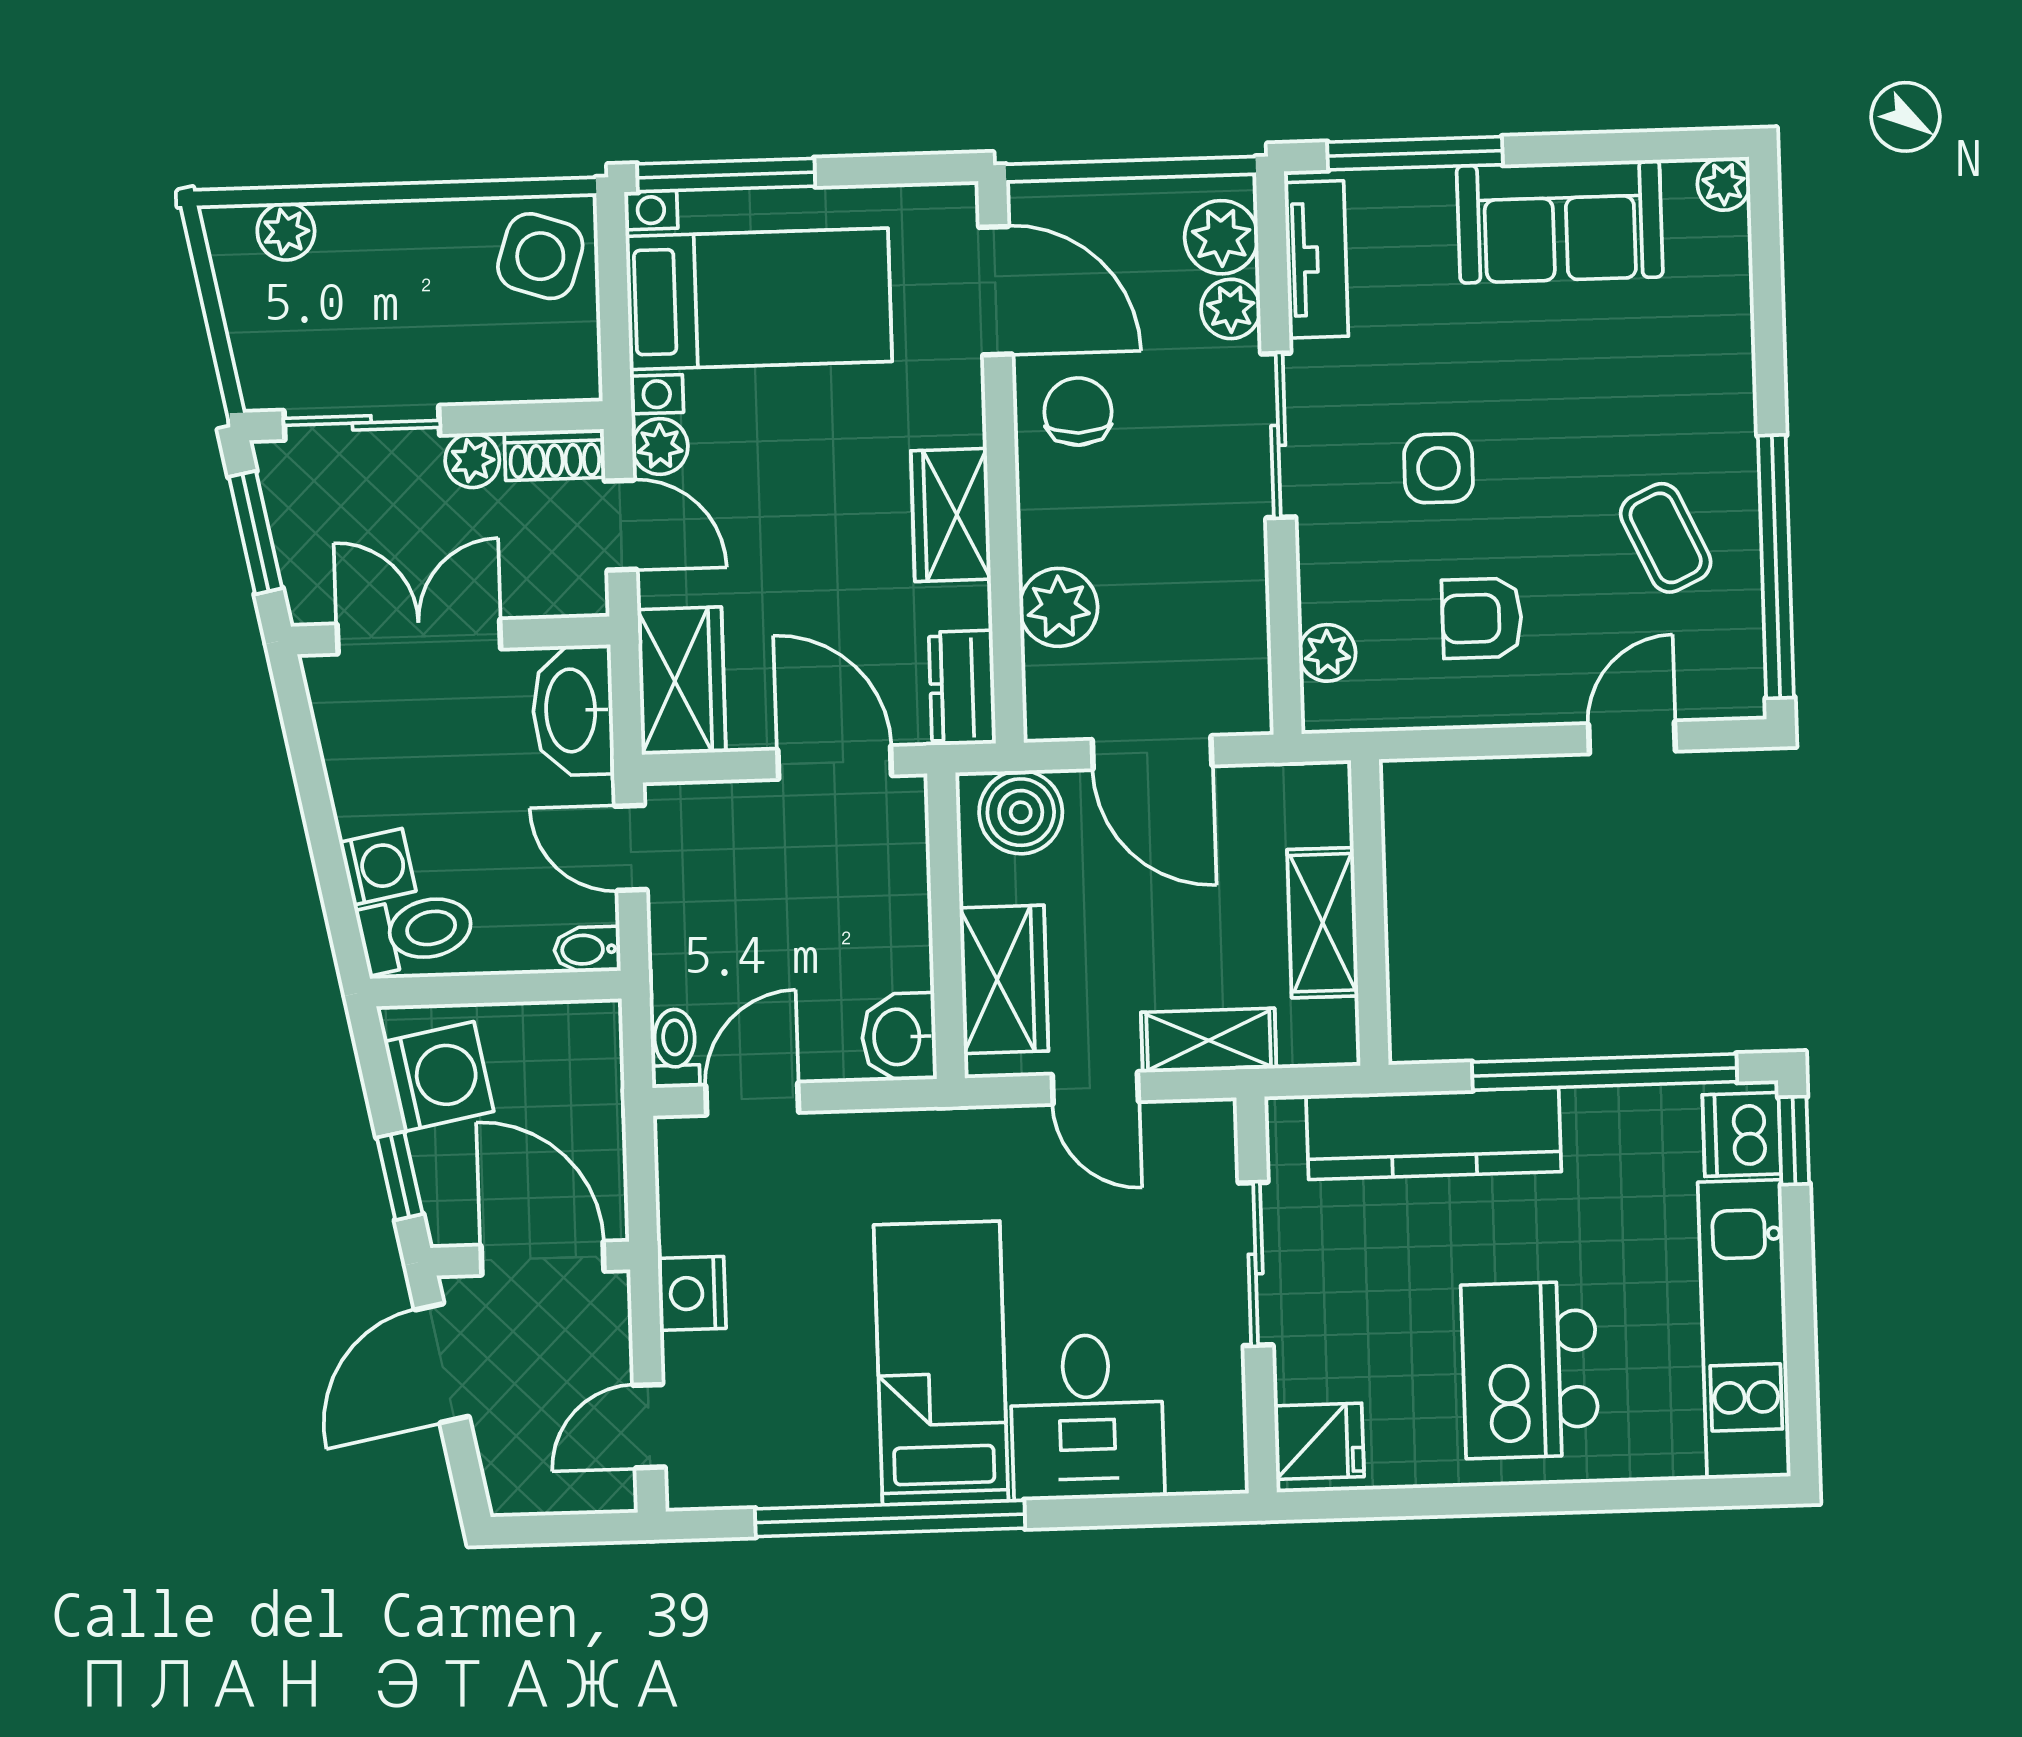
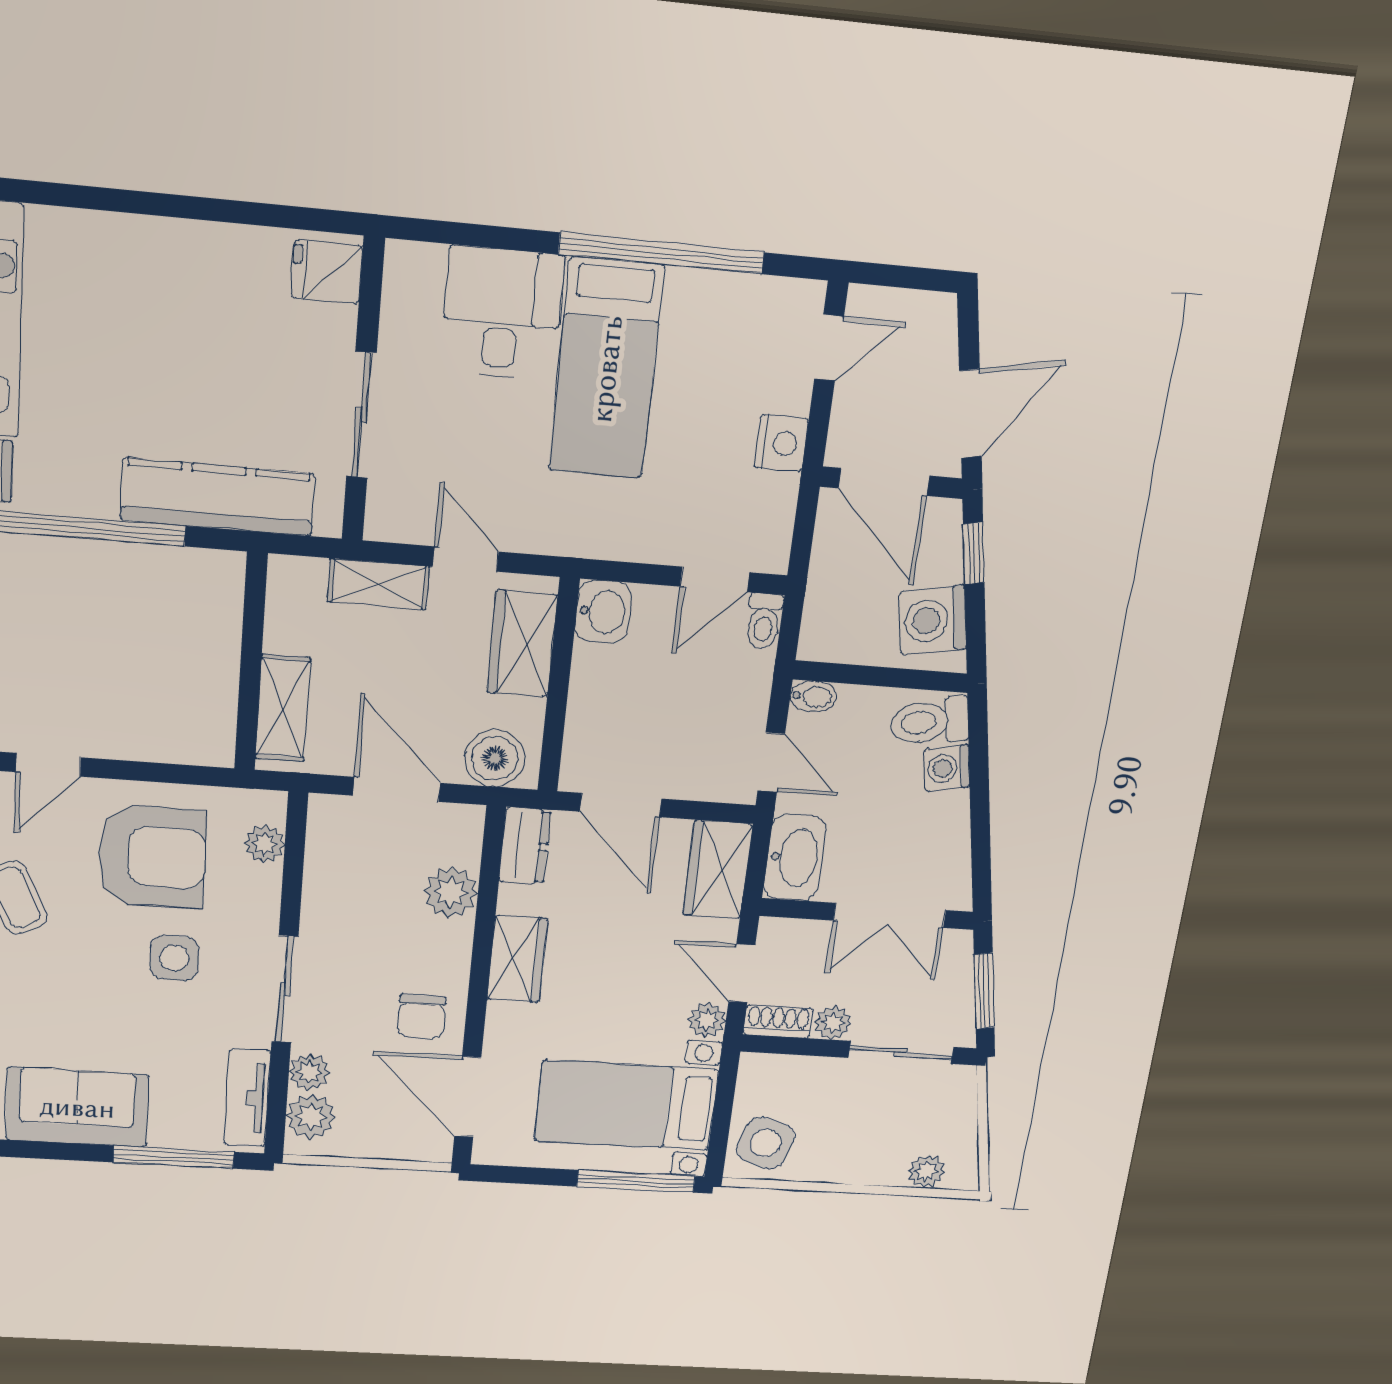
armchair: (1482, 618) -> (152, 856), width x1.88, depth x1.88
shelving: (1323, 923) -> (283, 708), moved
kitchen island: (1530, 1370) -> (158, 308), removed

